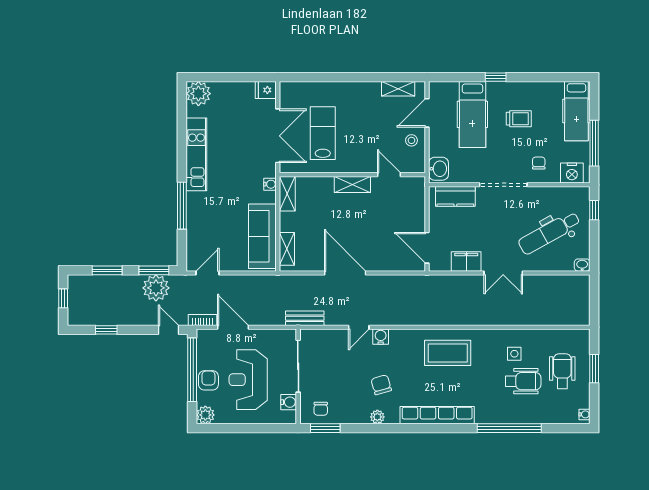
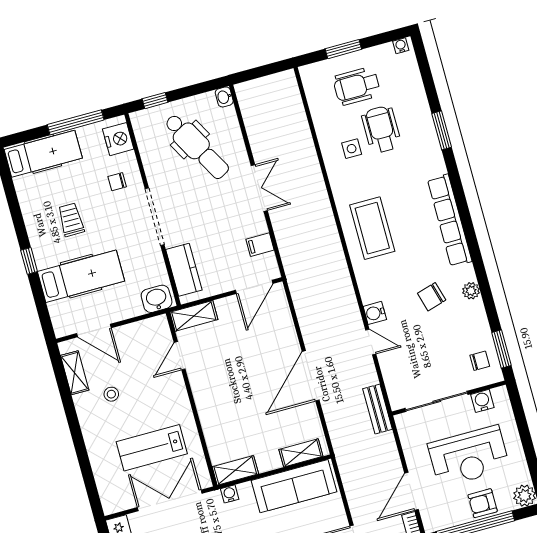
stool: (411, 140) -> (111, 394), moved
shelving: (352, 184) -> (194, 316), moved, turned 90
filing cabinet: (466, 261) -> (260, 245), width x0.50
window: (509, 428) -> (442, 130), width x0.47

